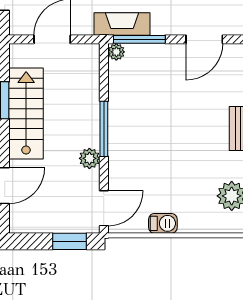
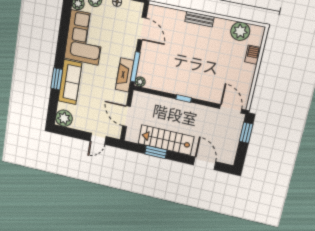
window: (104, 129) -> (184, 99), width x0.46
plant: (89, 158) -> (199, 111), removed
barbecue: (163, 223) -> (253, 55), moved

